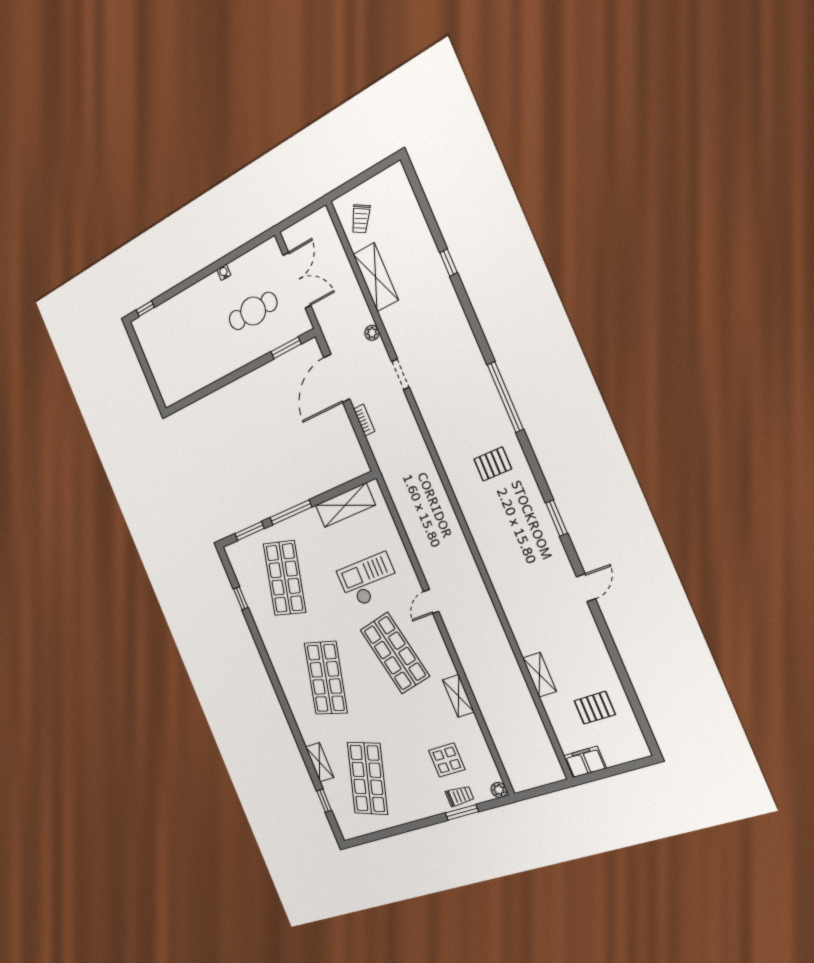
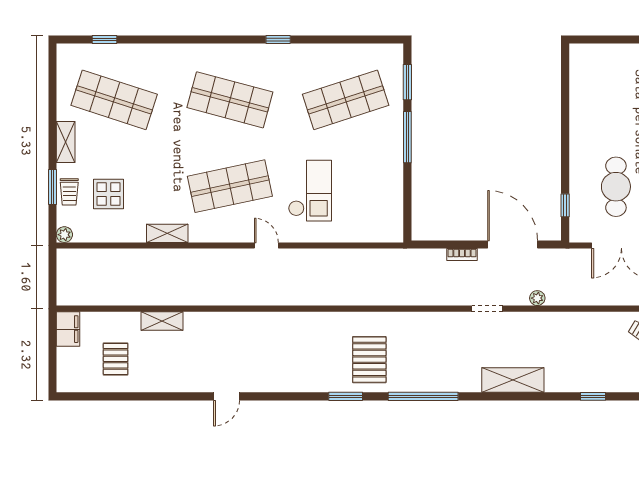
window: (449, 263) -> (593, 396), moved
shelving: (376, 277) -> (513, 380), moved
window: (286, 348) -> (565, 205), width x0.67
pallet: (493, 464) -> (369, 360), width x1.50, depth x1.42
shelving: (345, 505) -> (391, 199), removed
window: (557, 518) -> (346, 396), moved
shop shelf: (285, 578) -> (346, 100), turned -33
door: (586, 588) -> (226, 396), hinge flipped
window: (241, 598) -> (278, 39), moved
shelving: (319, 762) -> (66, 142), moved, turned 90

